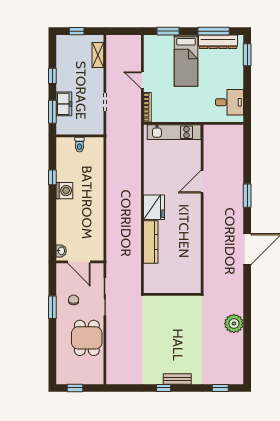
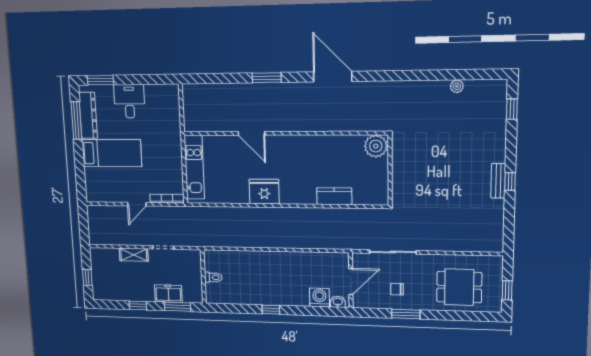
window: (168, 31) -> (80, 174), removed
shelving: (98, 55) -> (134, 255), moved
desk: (229, 102) -> (129, 101), moved
window: (52, 177) -> (271, 310), moved
washing machine: (64, 191) -> (319, 298), moved
fridge: (154, 207) -> (264, 192), moved
kitchen counter: (151, 242) -> (334, 196), width x0.67
plant: (192, 283) -> (376, 146), added
plant: (234, 324) -> (457, 86), moved, width x0.53, depth x0.53
dining table: (87, 338) -> (459, 287), moved
bench: (177, 379) -> (498, 181), moved

